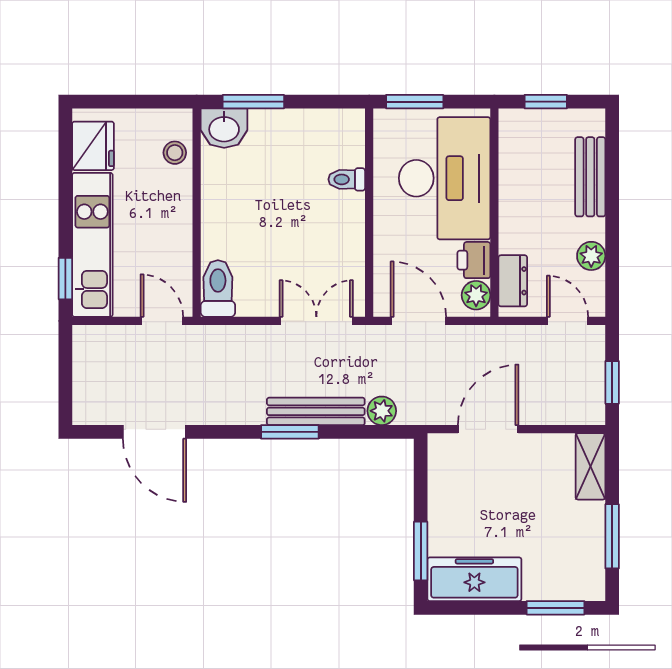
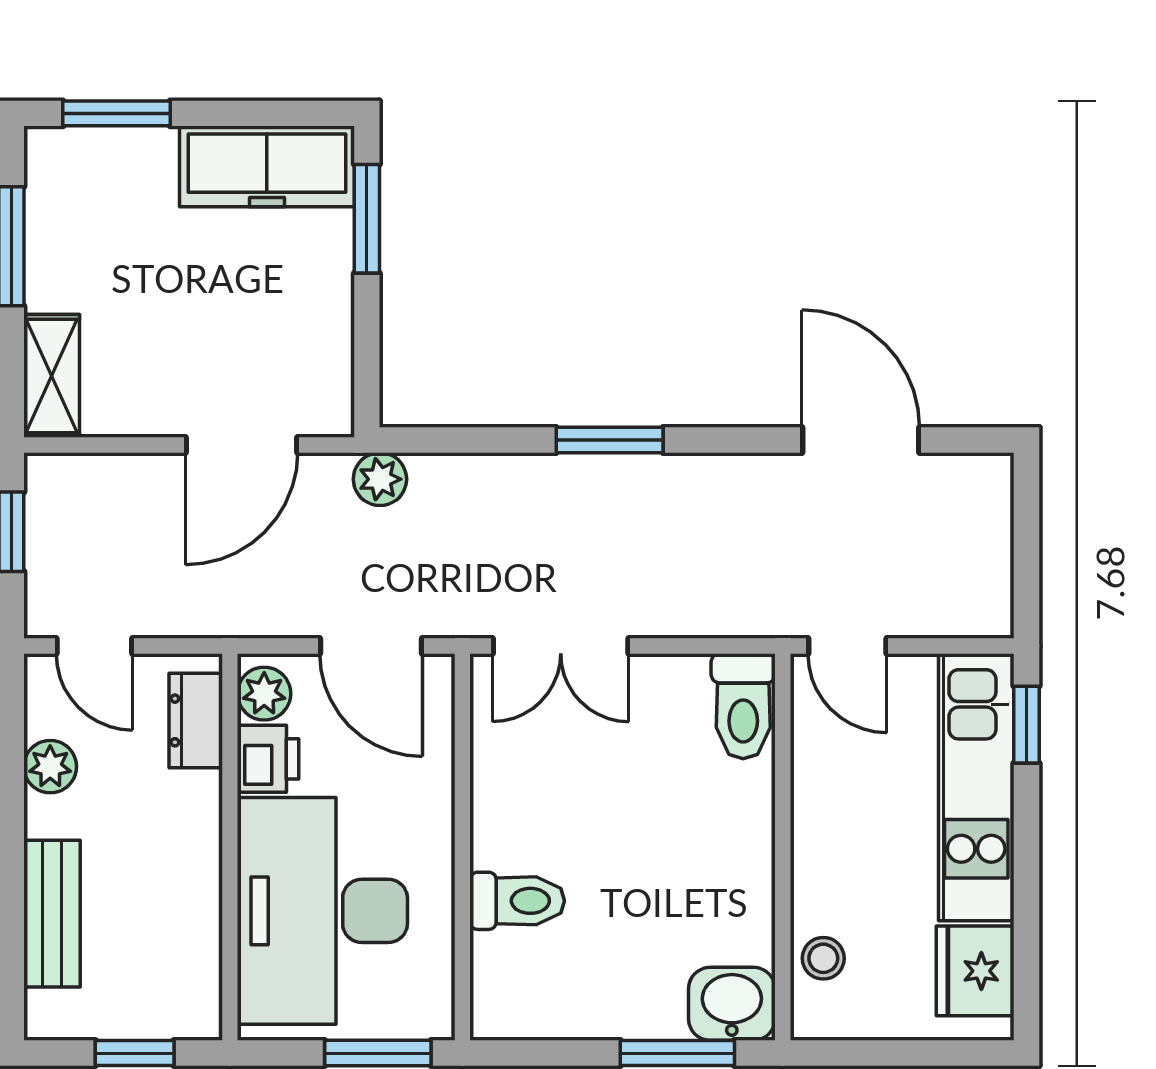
toilet: (347, 179) -> (517, 901), width x1.37, depth x1.39
bench: (316, 411) -> (562, 478), removed
plant: (382, 411) -> (380, 479), moved

